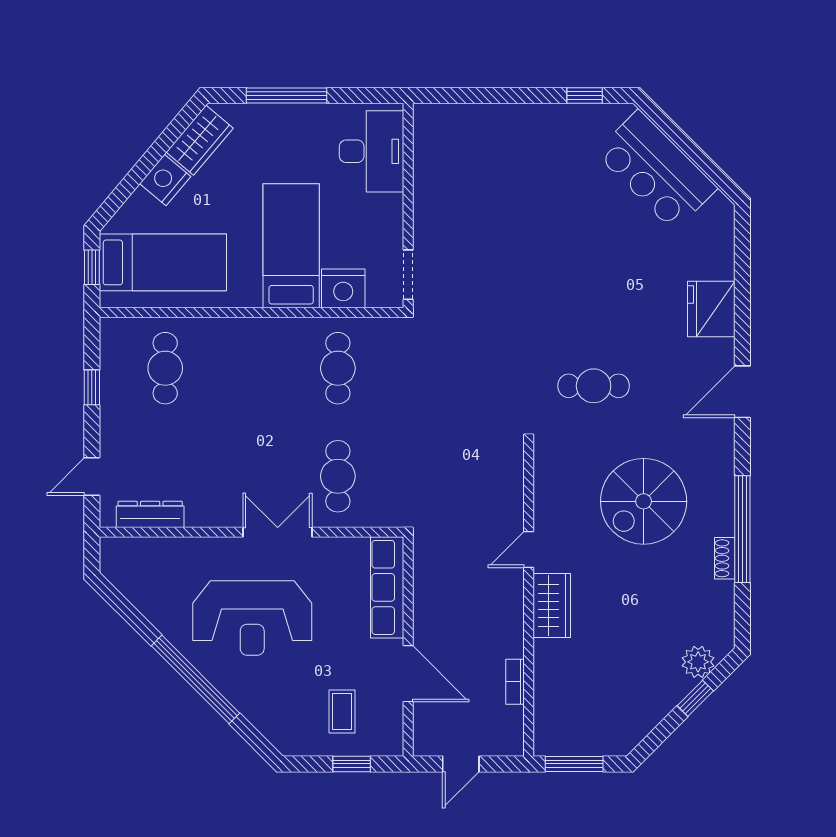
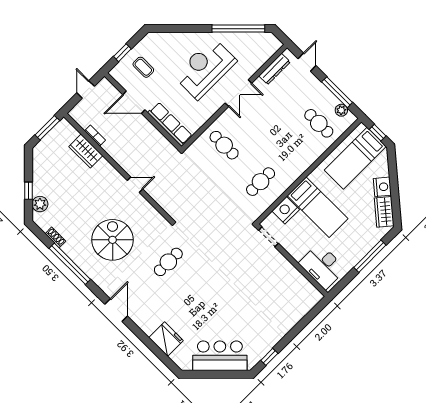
fridge: (711, 309) -> (166, 339), moved
plant: (112, 354) -> (341, 110), added
cafe table: (338, 368) -> (261, 182), turned 90
window: (92, 387) -> (337, 92), width x2.17
double door: (278, 532) -> (238, 93), moved
door: (529, 550) -> (135, 185), hinge flipped
shoe rack: (725, 558) -> (55, 237), moved
wardrobe: (552, 606) -> (86, 151), moved
window: (195, 679) -> (238, 29), moved

